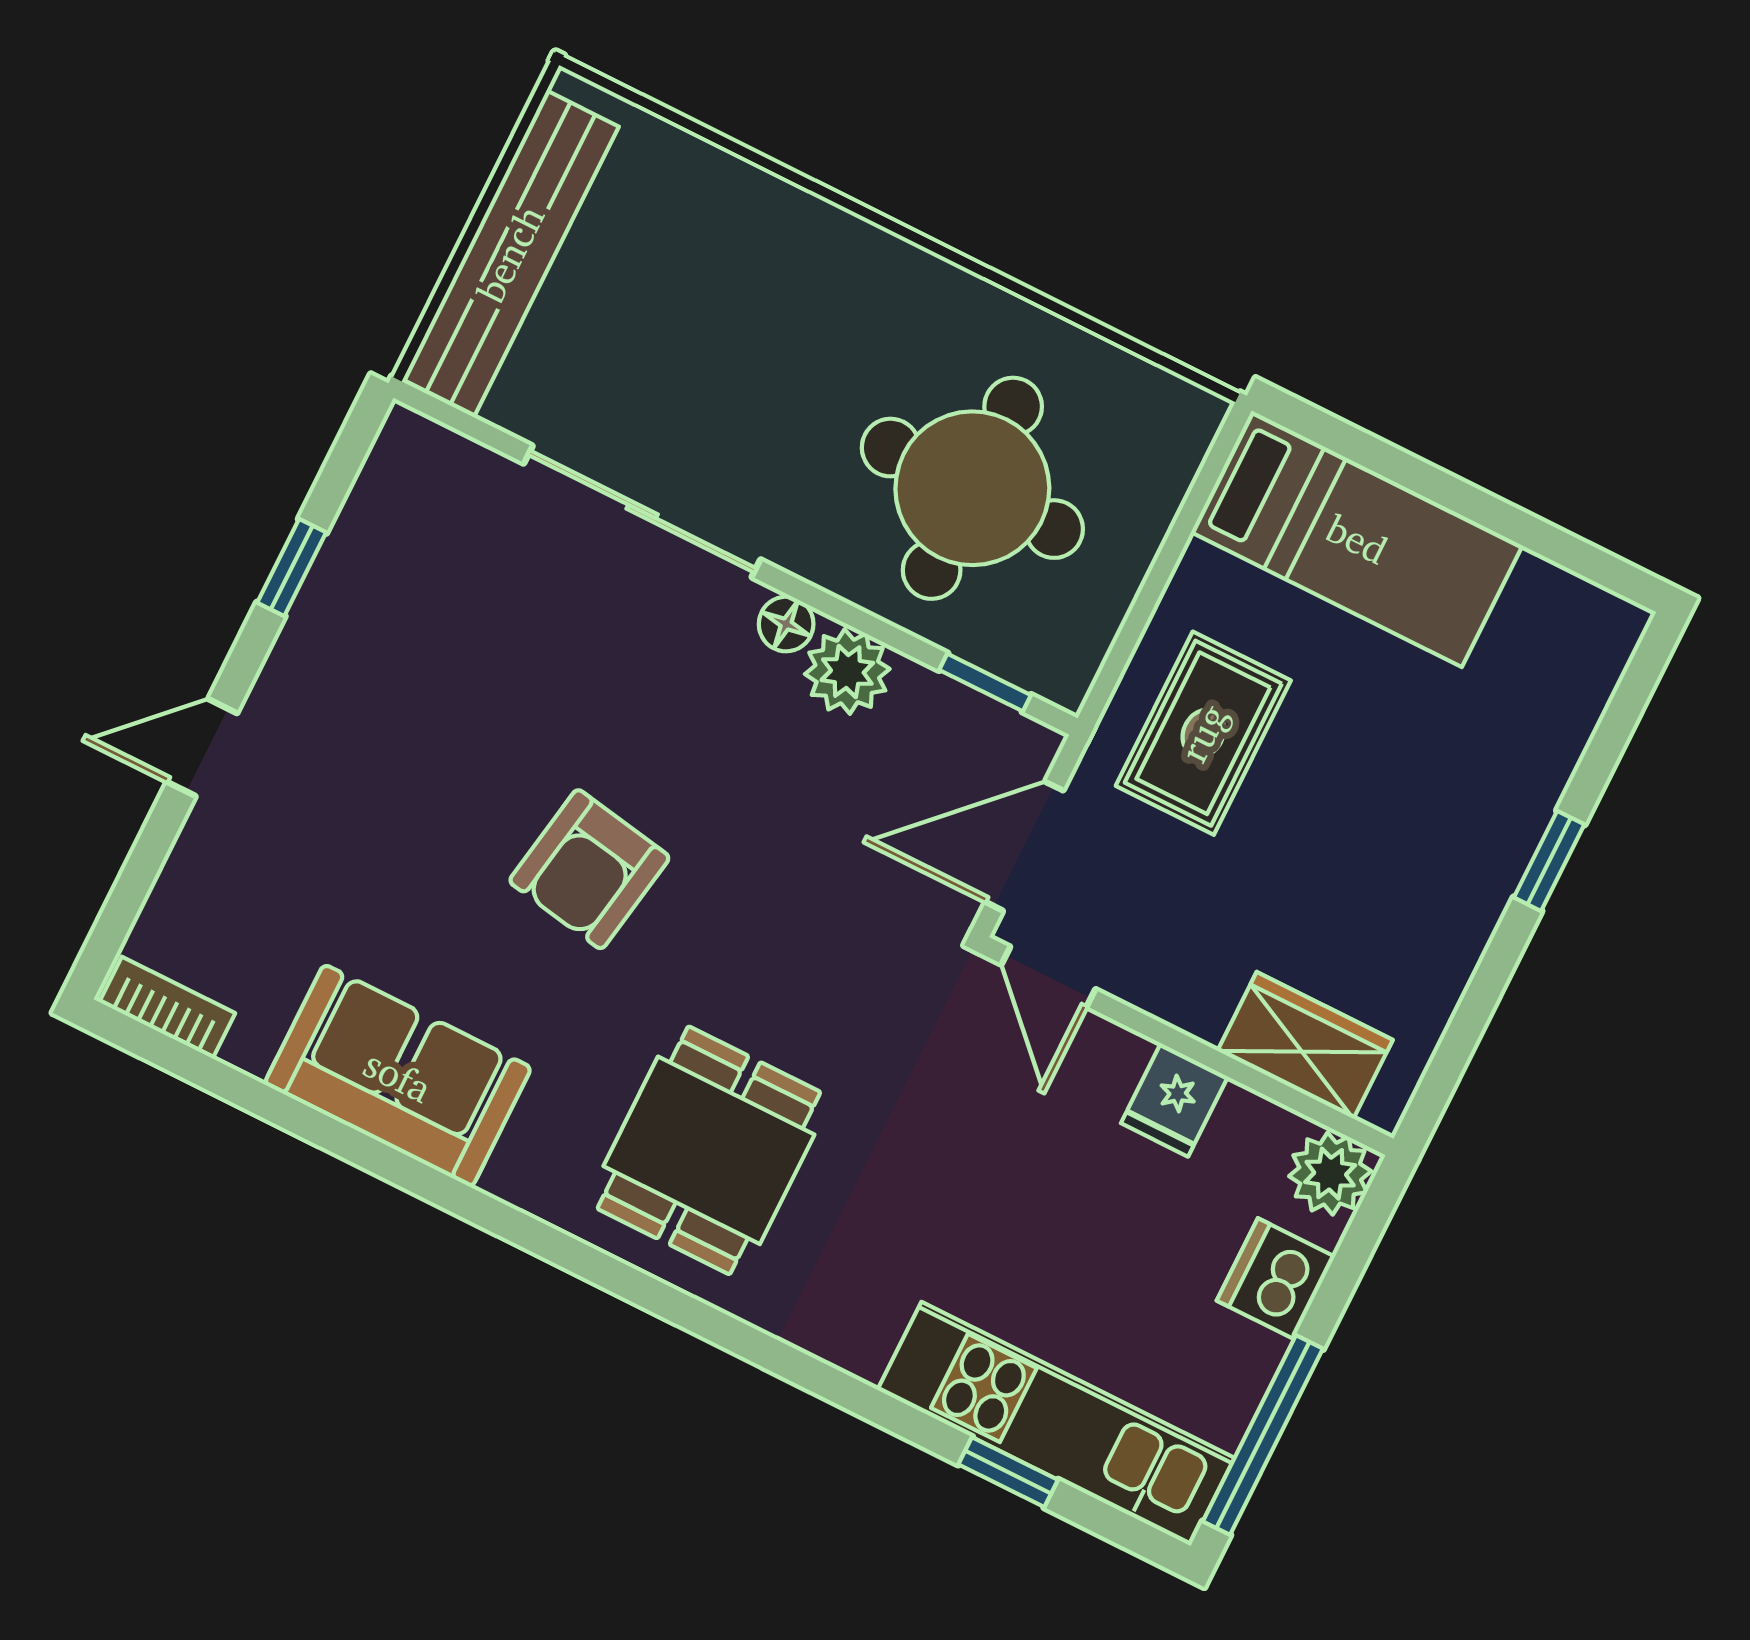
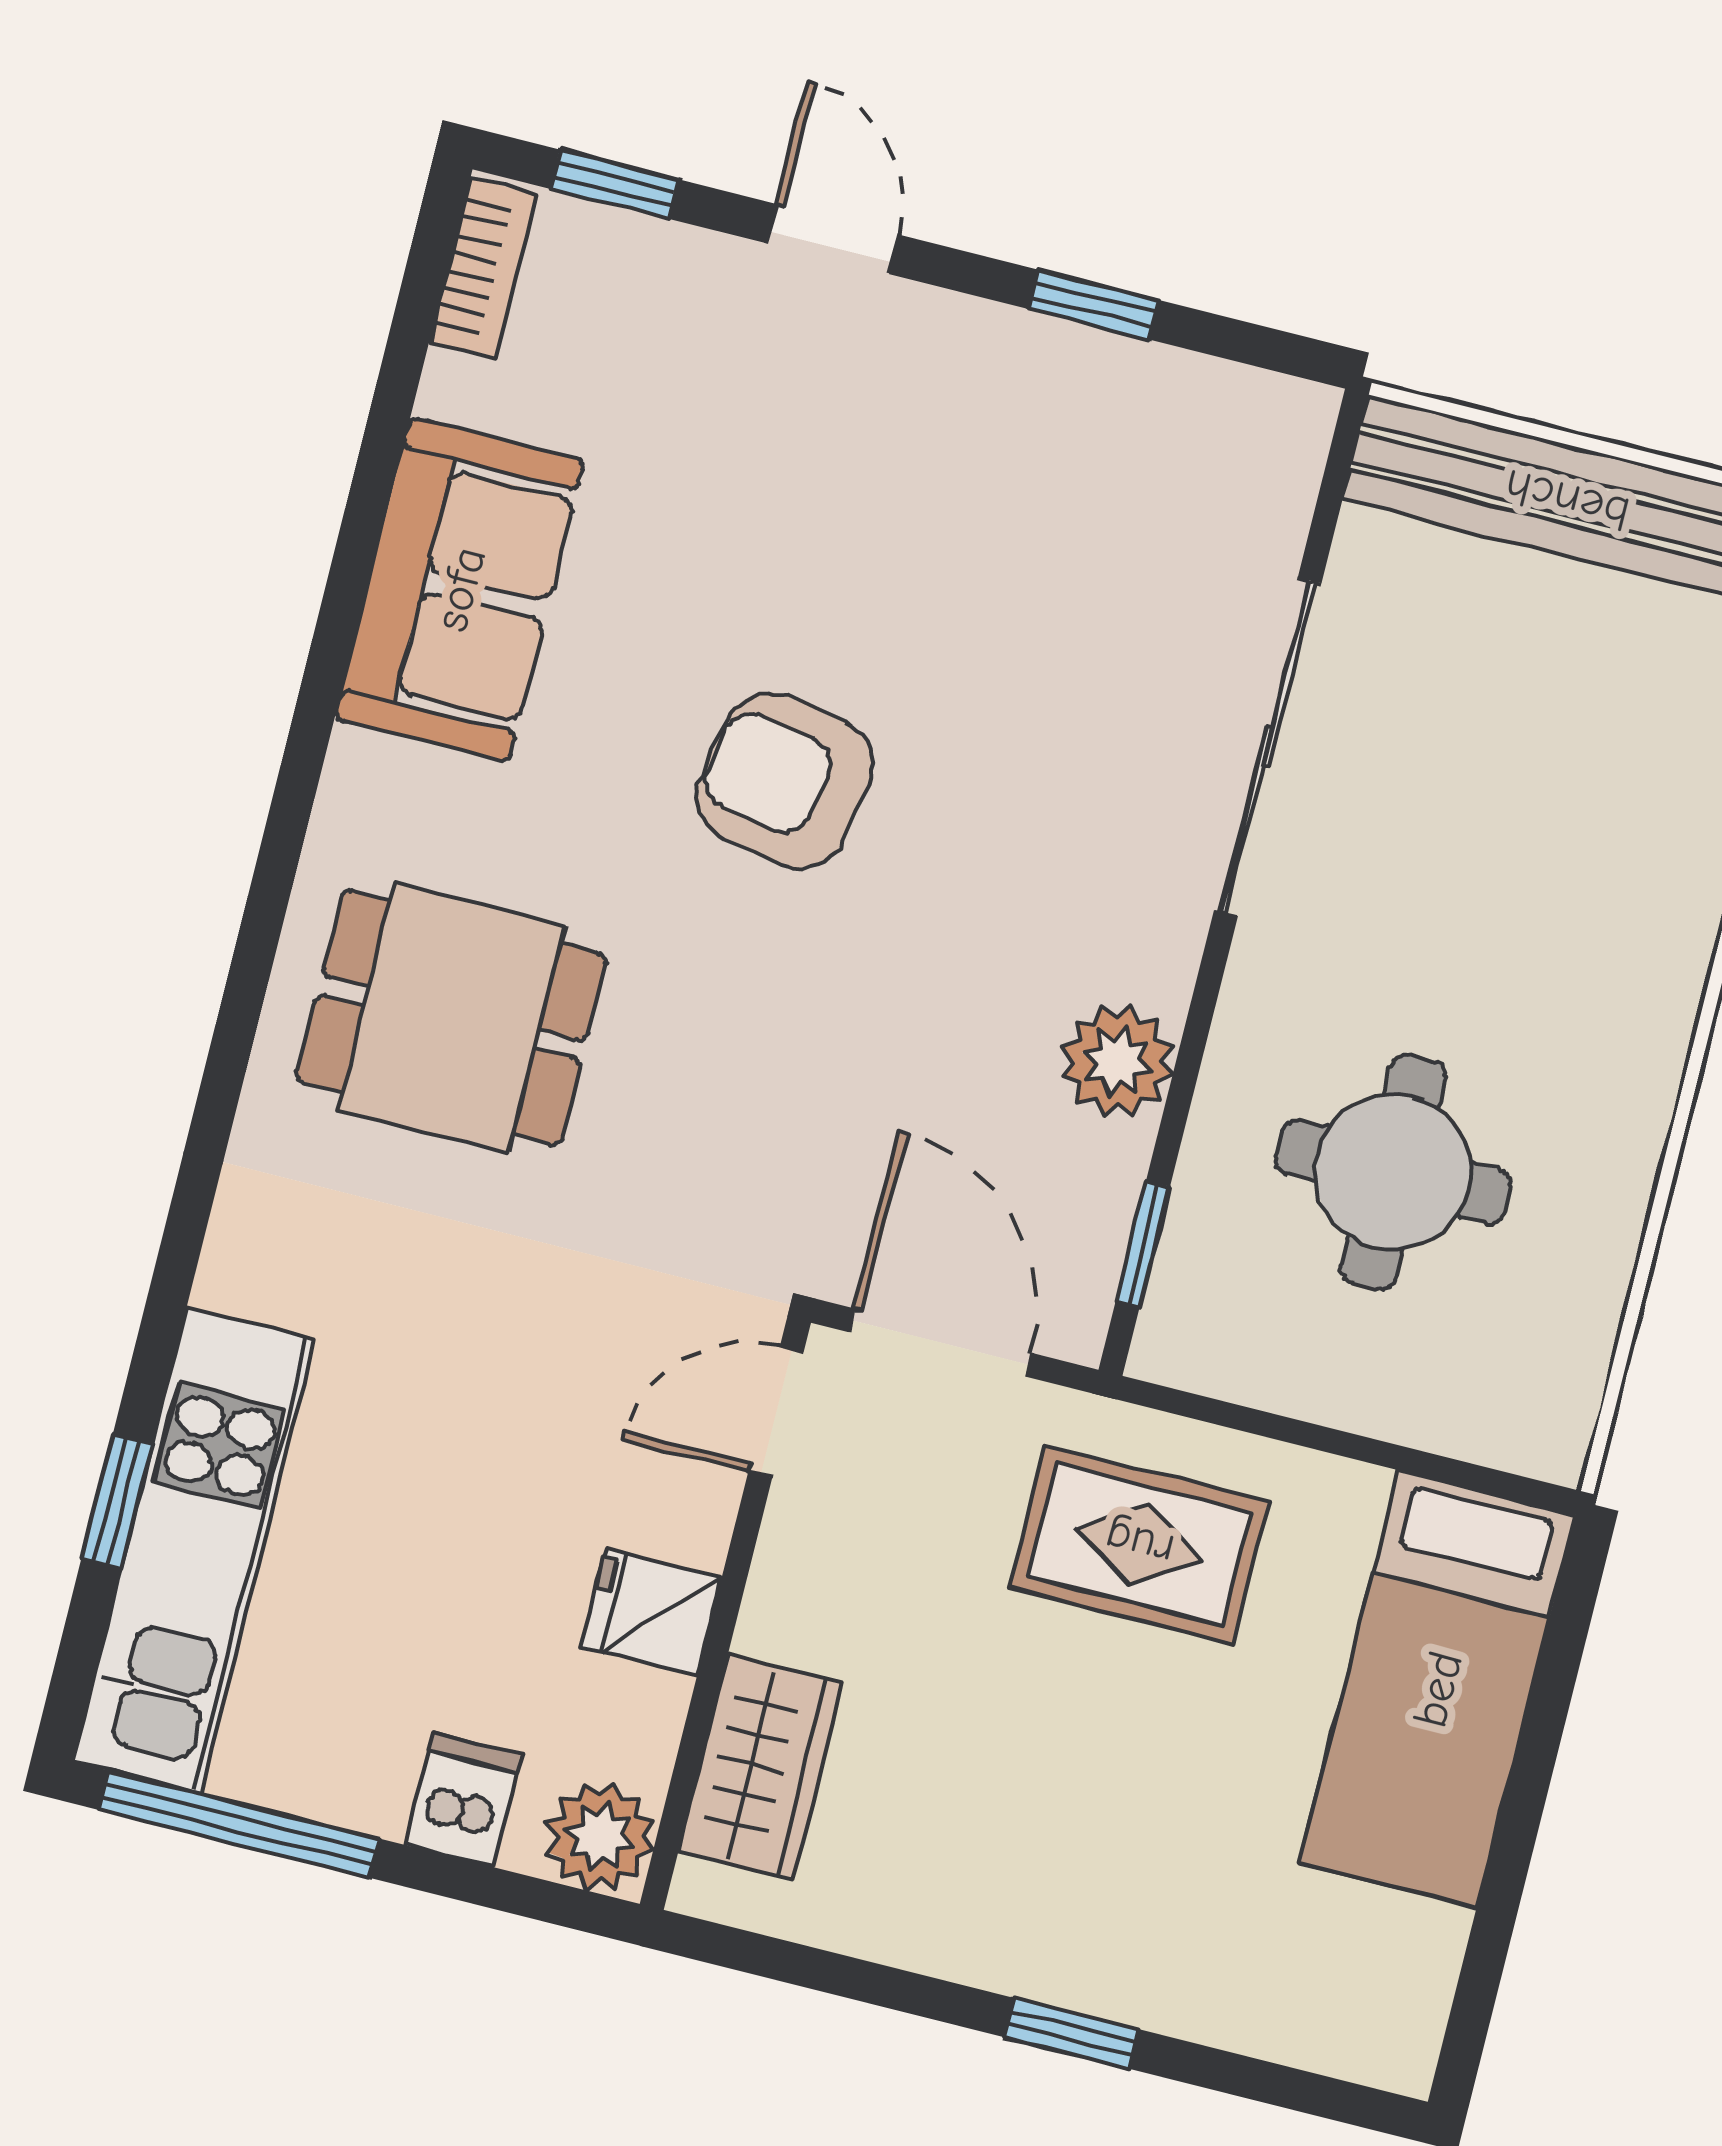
round table: (972, 488) -> (1393, 1172), width x0.73, depth x0.73
floor lamp: (786, 624) -> (1162, 967), removed
window: (127, 898) -> (614, 184), added
dishwasher: (1276, 1279) -> (463, 1800), width x0.73

